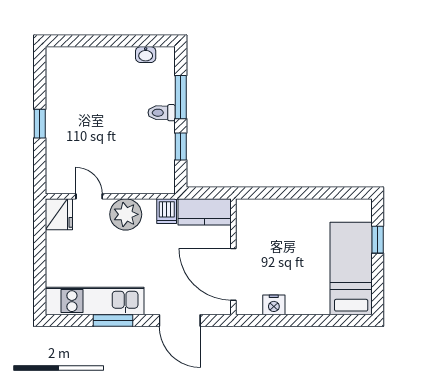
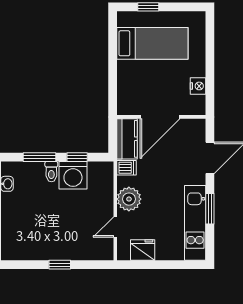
washing machine: (157, 141) -> (73, 175), added
fridge: (59, 214) -> (143, 250), moved
bed: (351, 269) -> (152, 43), moved, turned 180
door: (233, 274) -> (160, 117), moved

